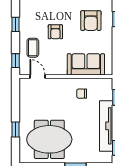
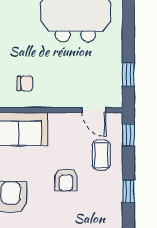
armchair: (55, 32) -> (66, 180), turned 180
window: (15, 130) -> (128, 74), moved

